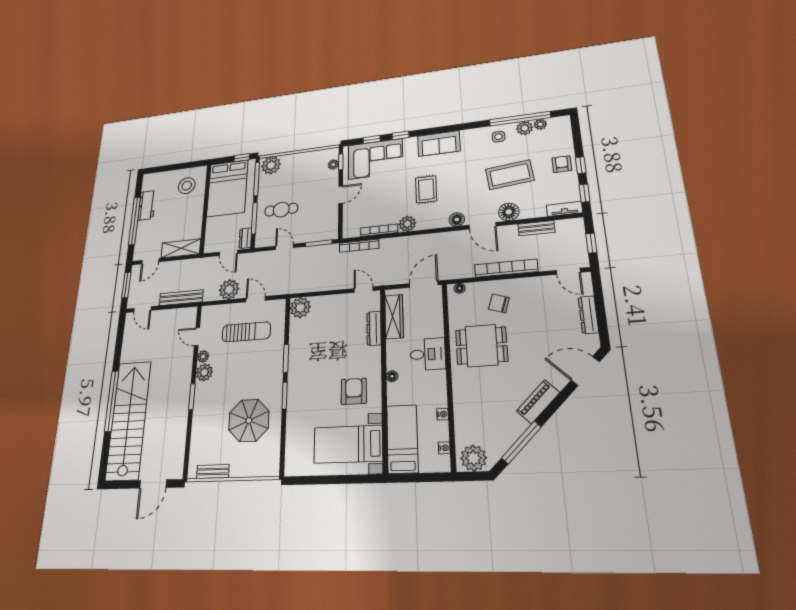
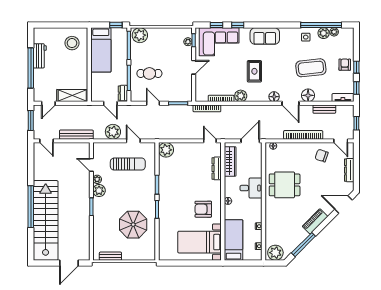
bed: (227, 188) -> (101, 50), width x0.67
chair: (499, 303) -> (322, 156), moved
armchair: (354, 391) -> (203, 209), turned -90

